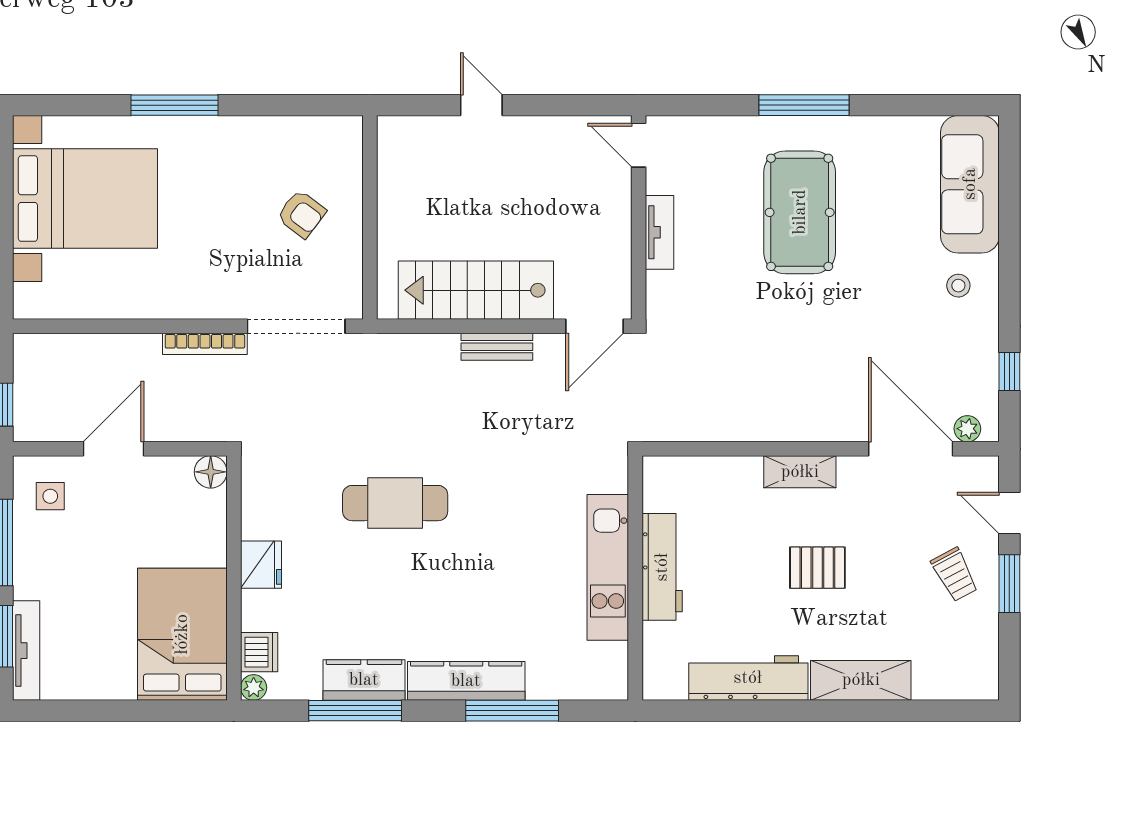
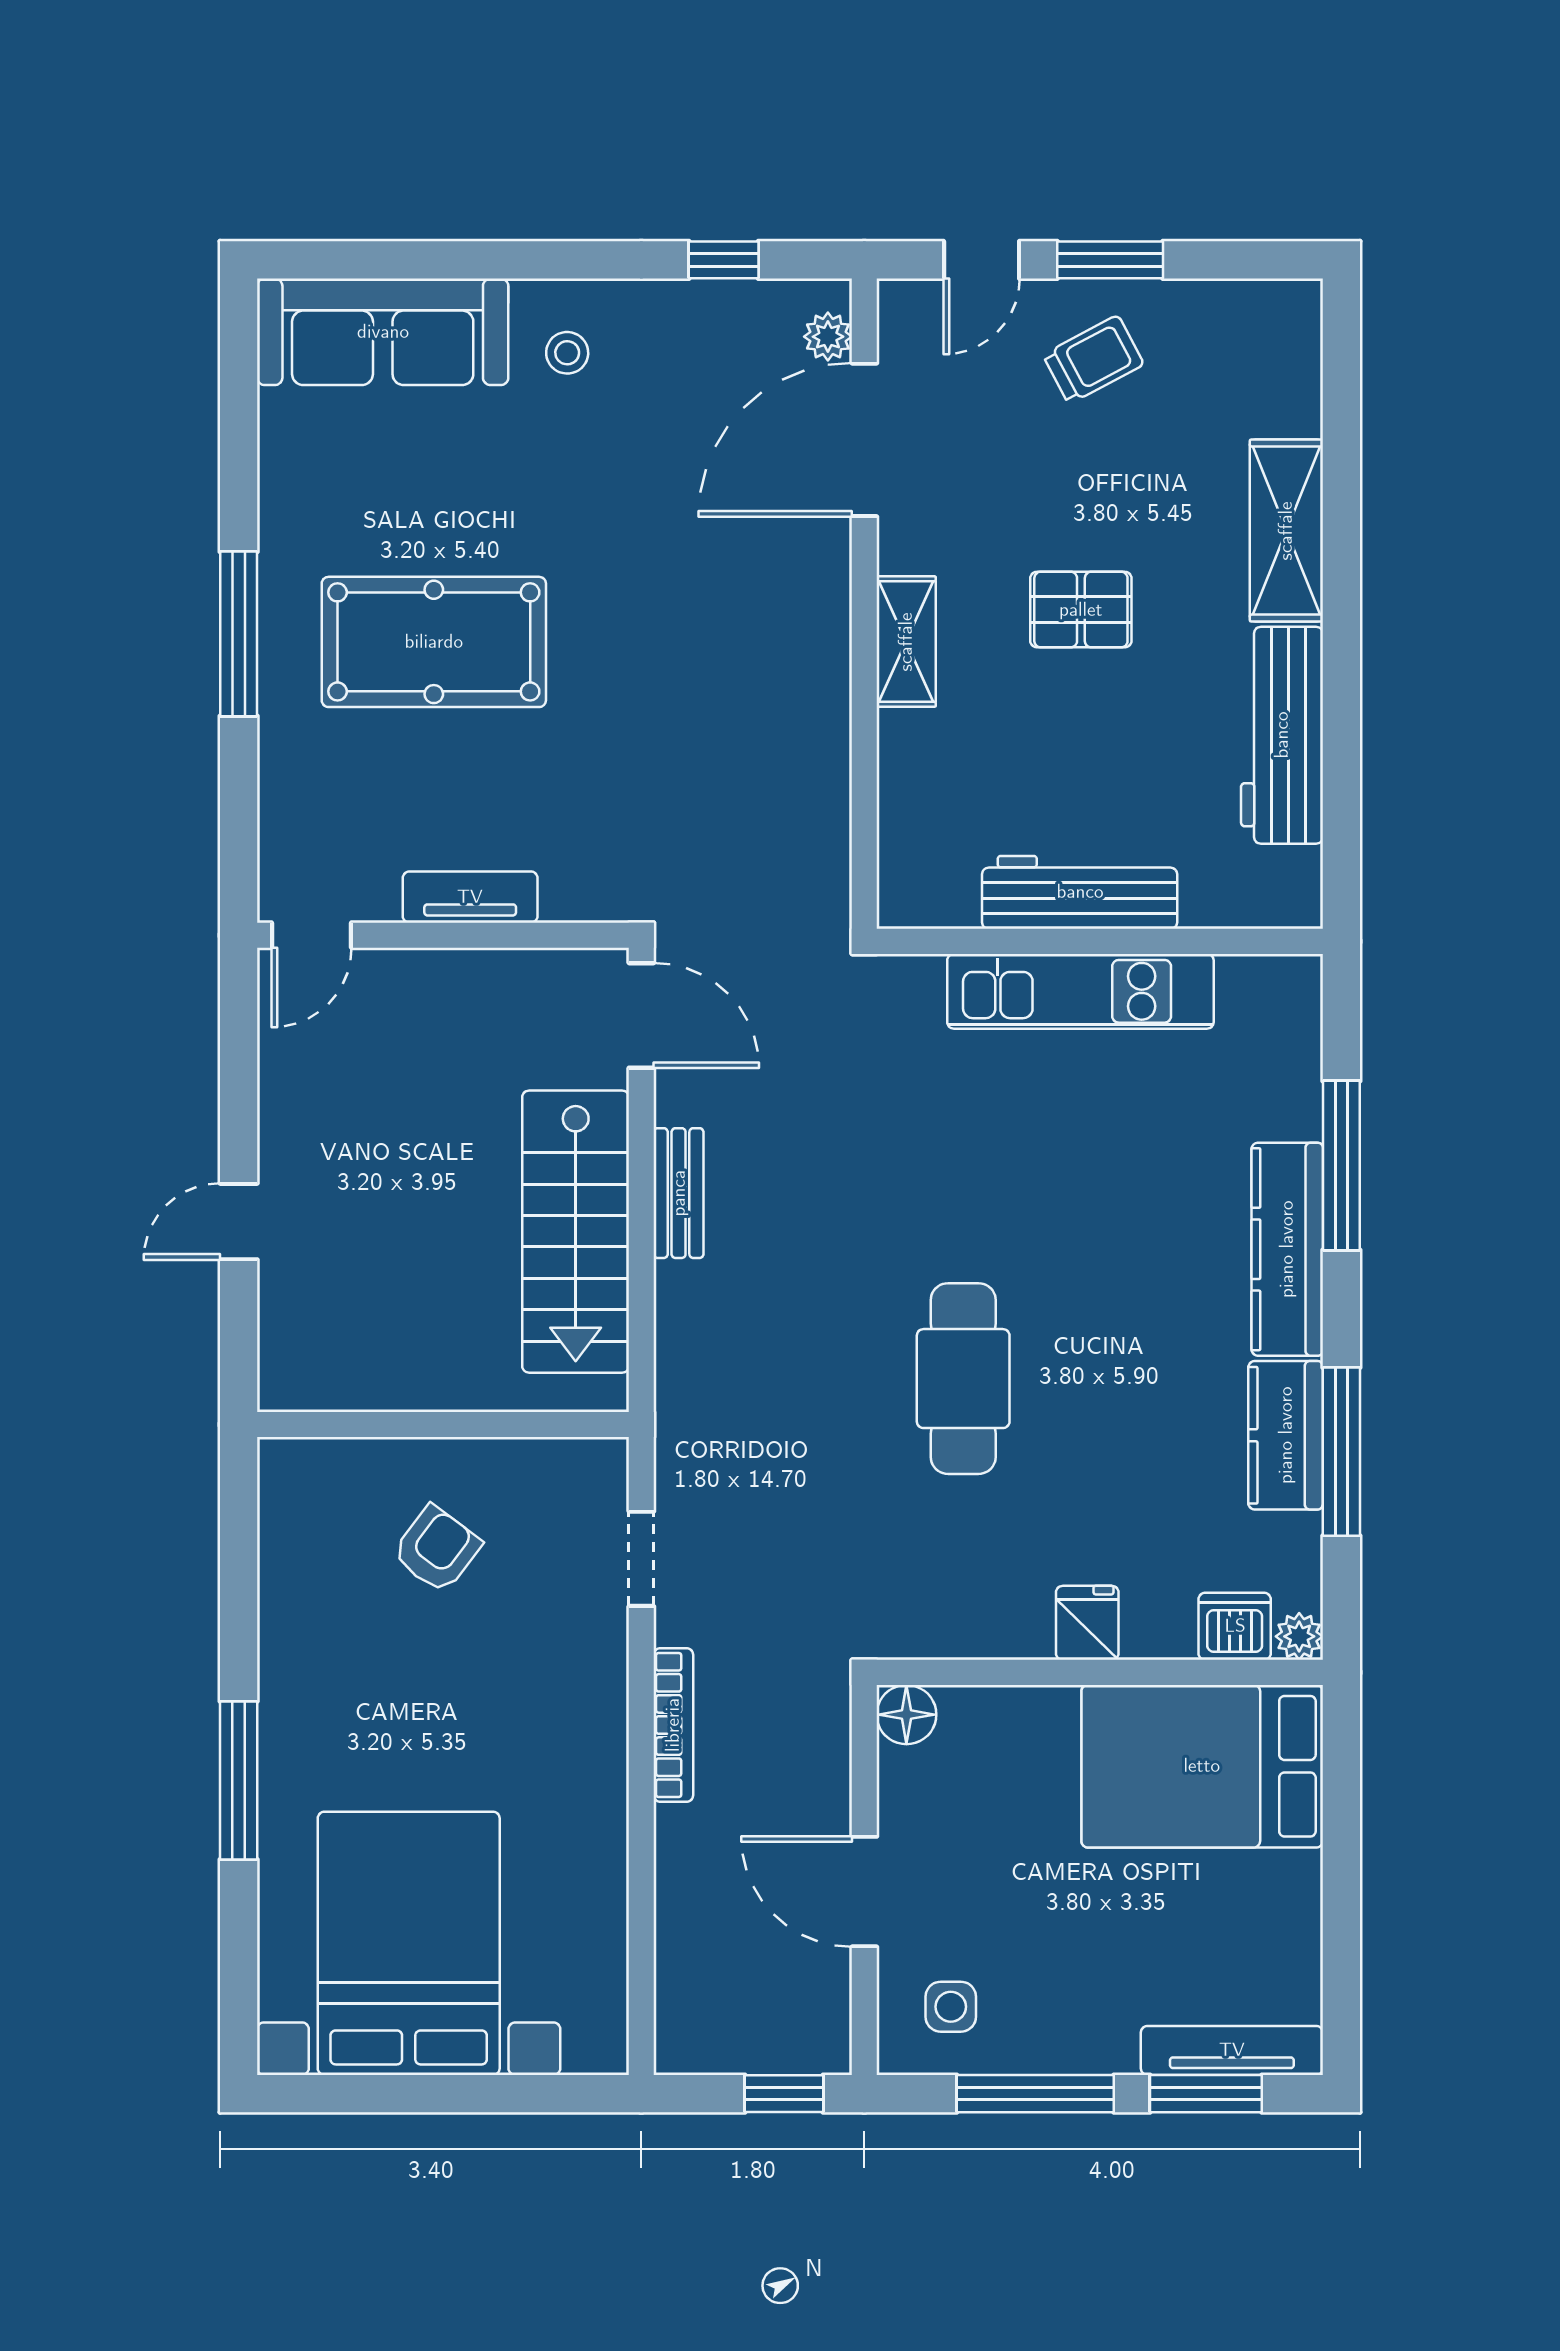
doorway: (296, 326) -> (641, 1559), width x0.53
fridge: (261, 565) -> (1087, 1623), width x0.72
pallet: (817, 568) -> (1081, 610), turned 90

